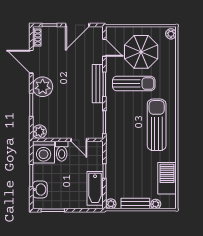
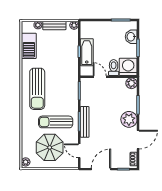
door: (31, 62) -> (138, 140), hinge flipped
bathtub: (95, 188) -> (87, 52), moved

